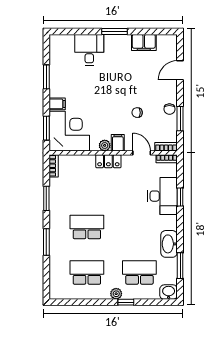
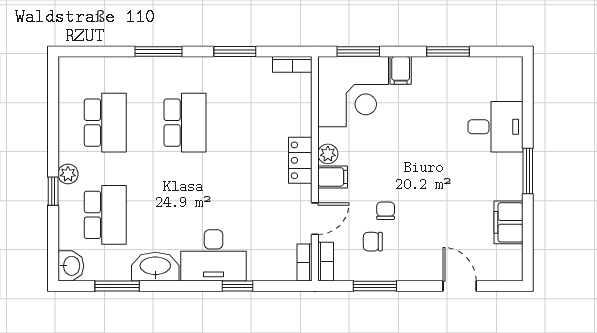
chair: (169, 109) -> (373, 242), moved
desk: (163, 196) -> (214, 255), moved

